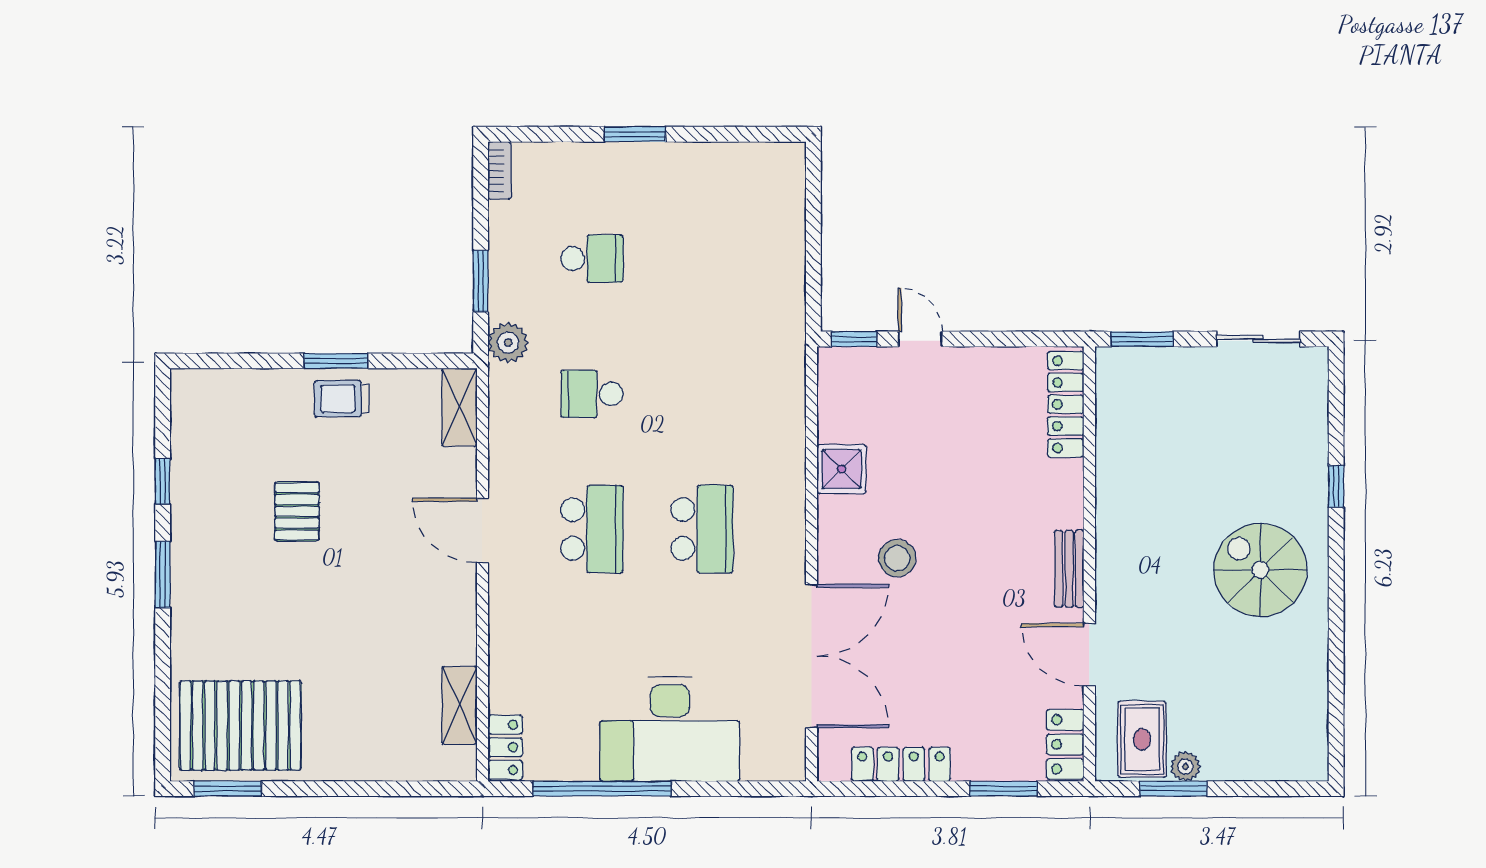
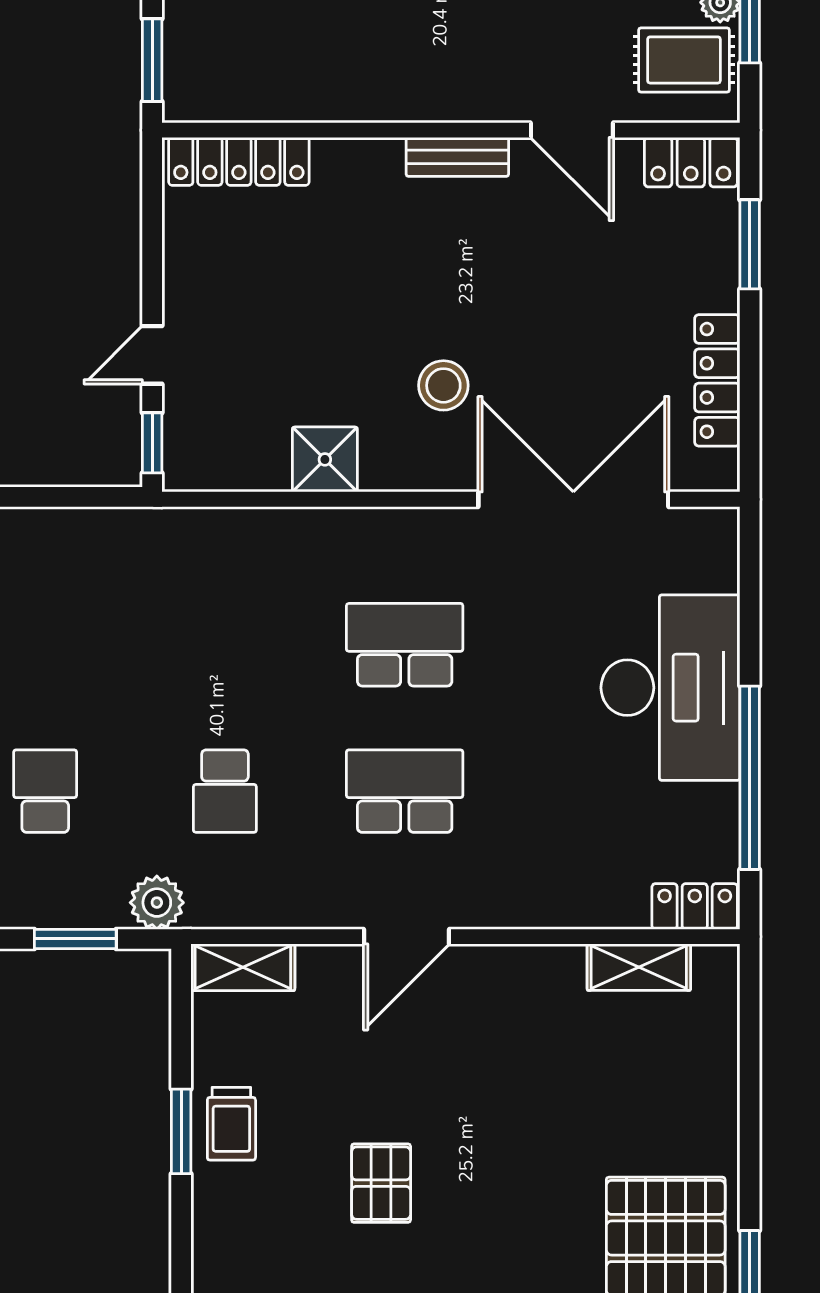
pallet: (297, 511) -> (381, 1183), turned 90
door: (1089, 655) -> (572, 130), hinge flipped

